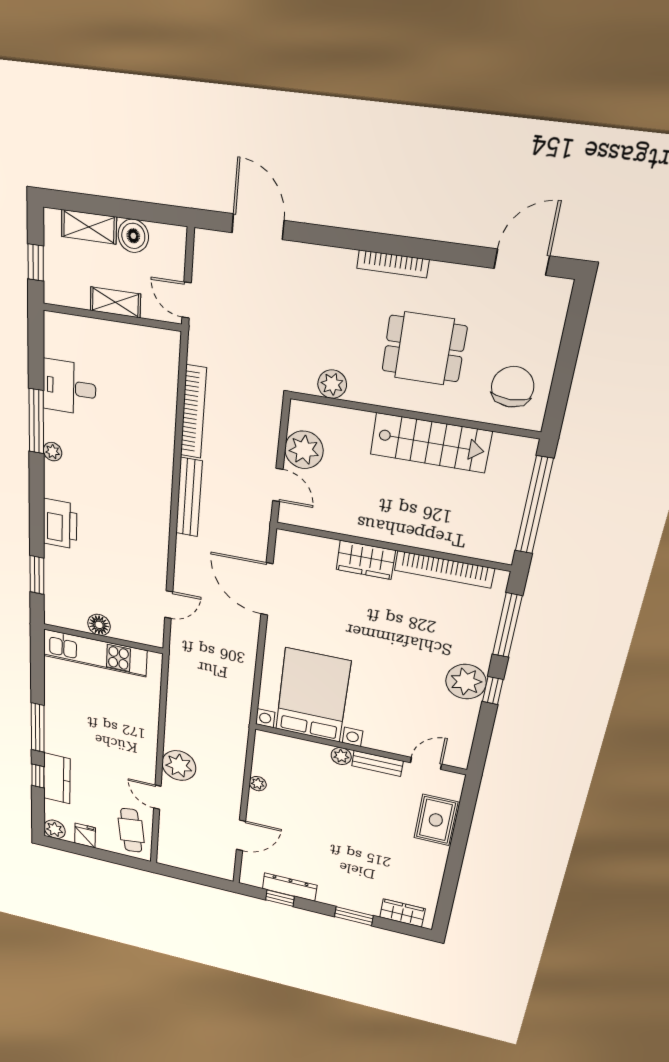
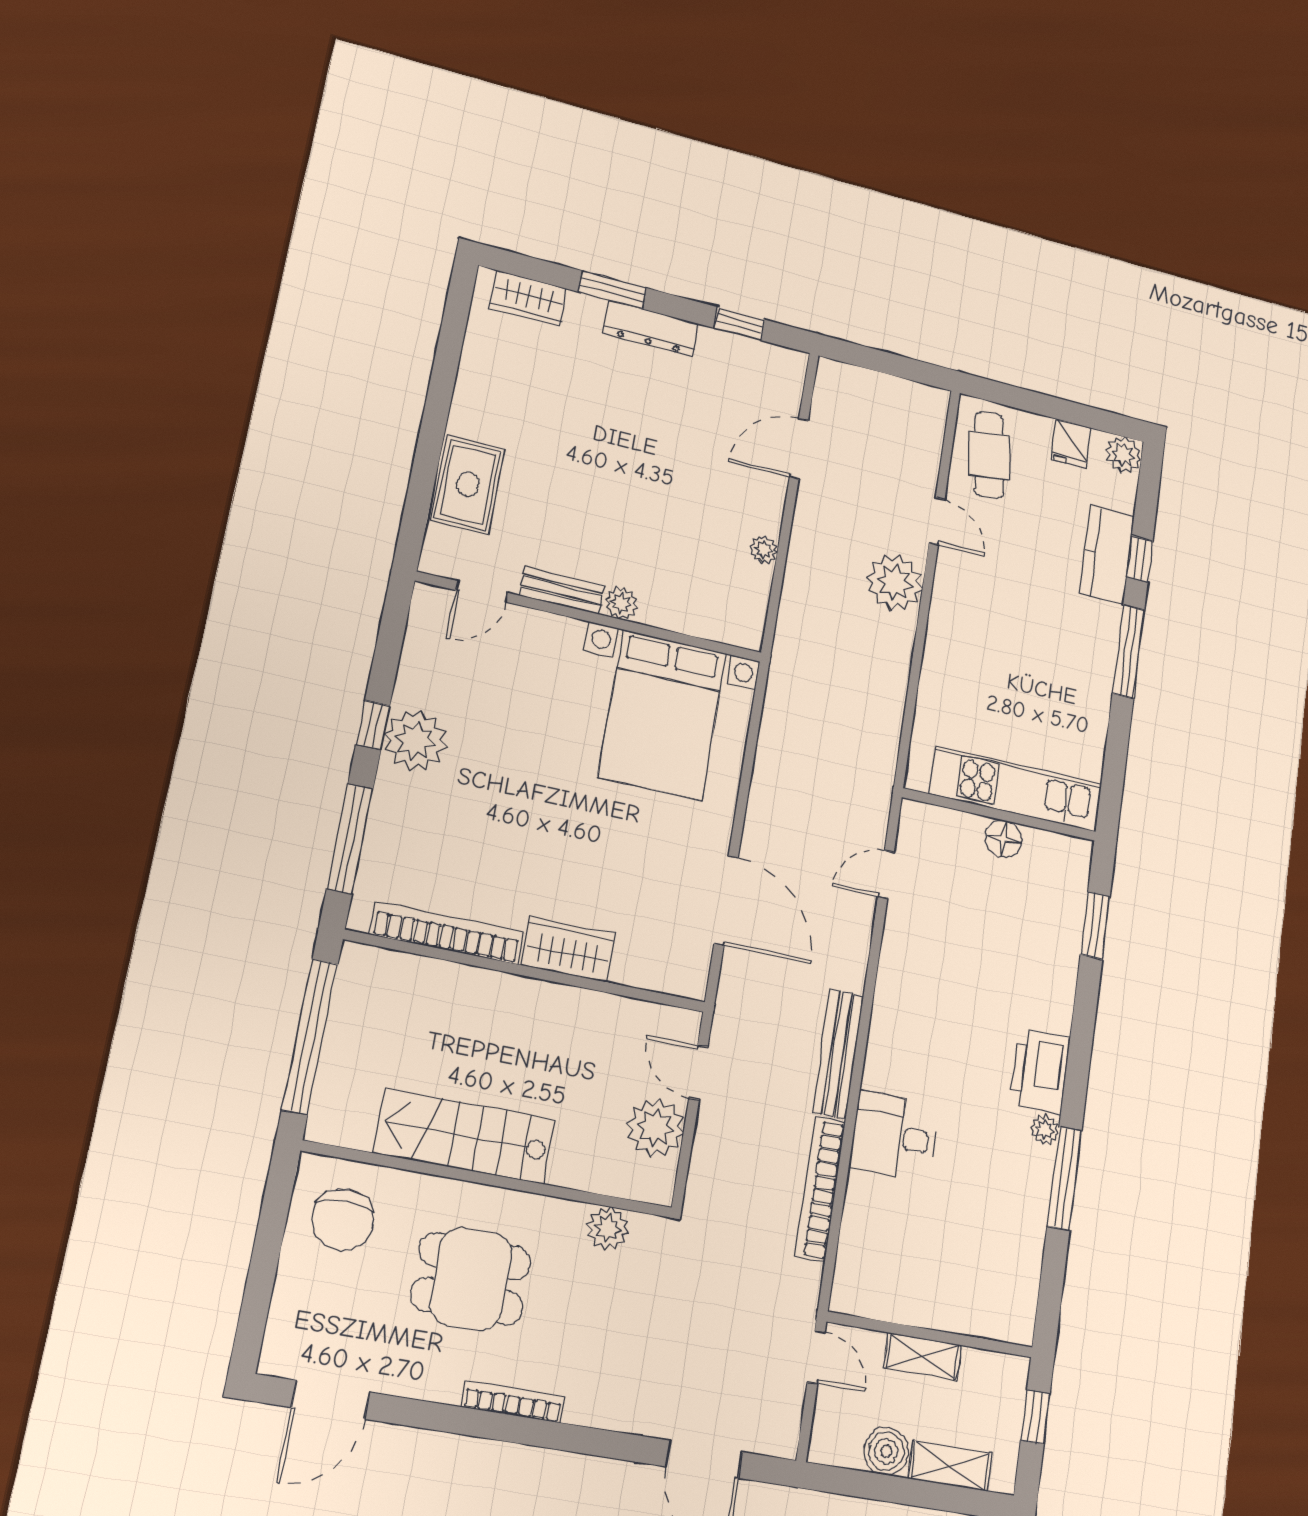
desk: (69, 387) -> (894, 1136), moved, turned 180
printer: (60, 524) -> (1040, 1071), moved
dresser: (290, 887) -> (651, 328), moved

